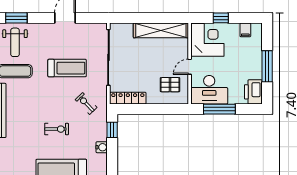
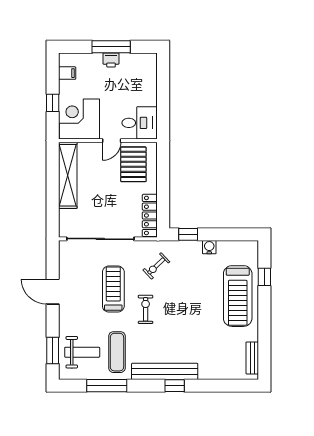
door: (190, 67) -> (112, 141), hinge flipped
pallet: (170, 85) -> (133, 164), width x1.50, depth x1.42
desk: (209, 90) -> (140, 123), width x0.73
printer: (253, 92) -> (111, 60), moved, width x0.53, depth x0.68
window: (219, 109) -> (163, 105), removed
exercise bike: (57, 129) -> (146, 309), moved

